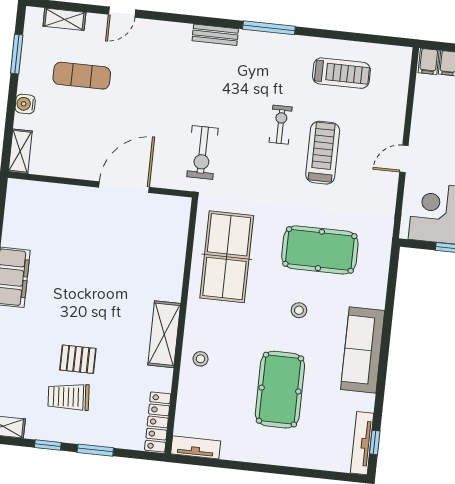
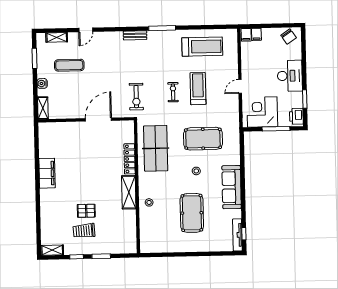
treadmill: (341, 73) -> (202, 47), width x1.37, depth x1.37
exercise bike: (281, 125) -> (173, 92), moved
locker: (158, 422) -> (130, 159), moved
tv unit: (196, 447) -> (152, 248), removed

